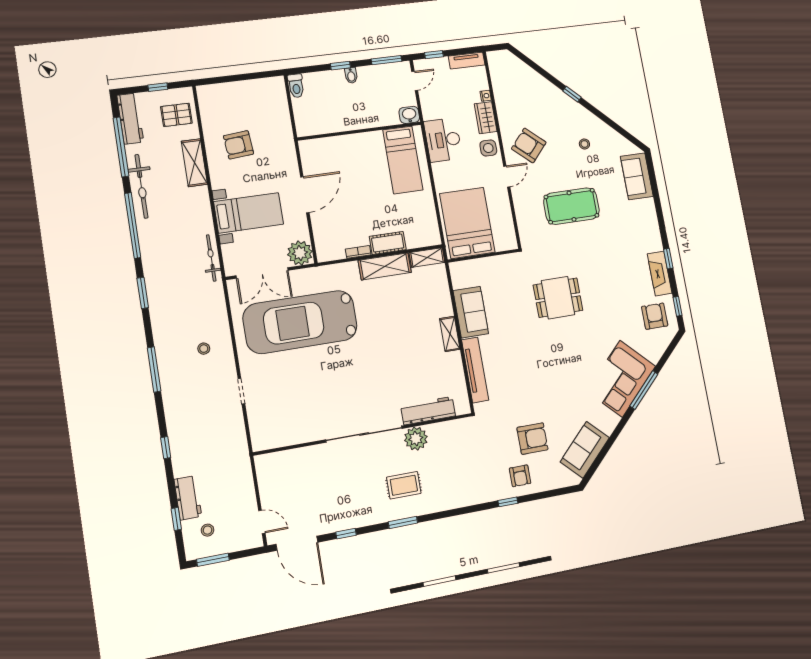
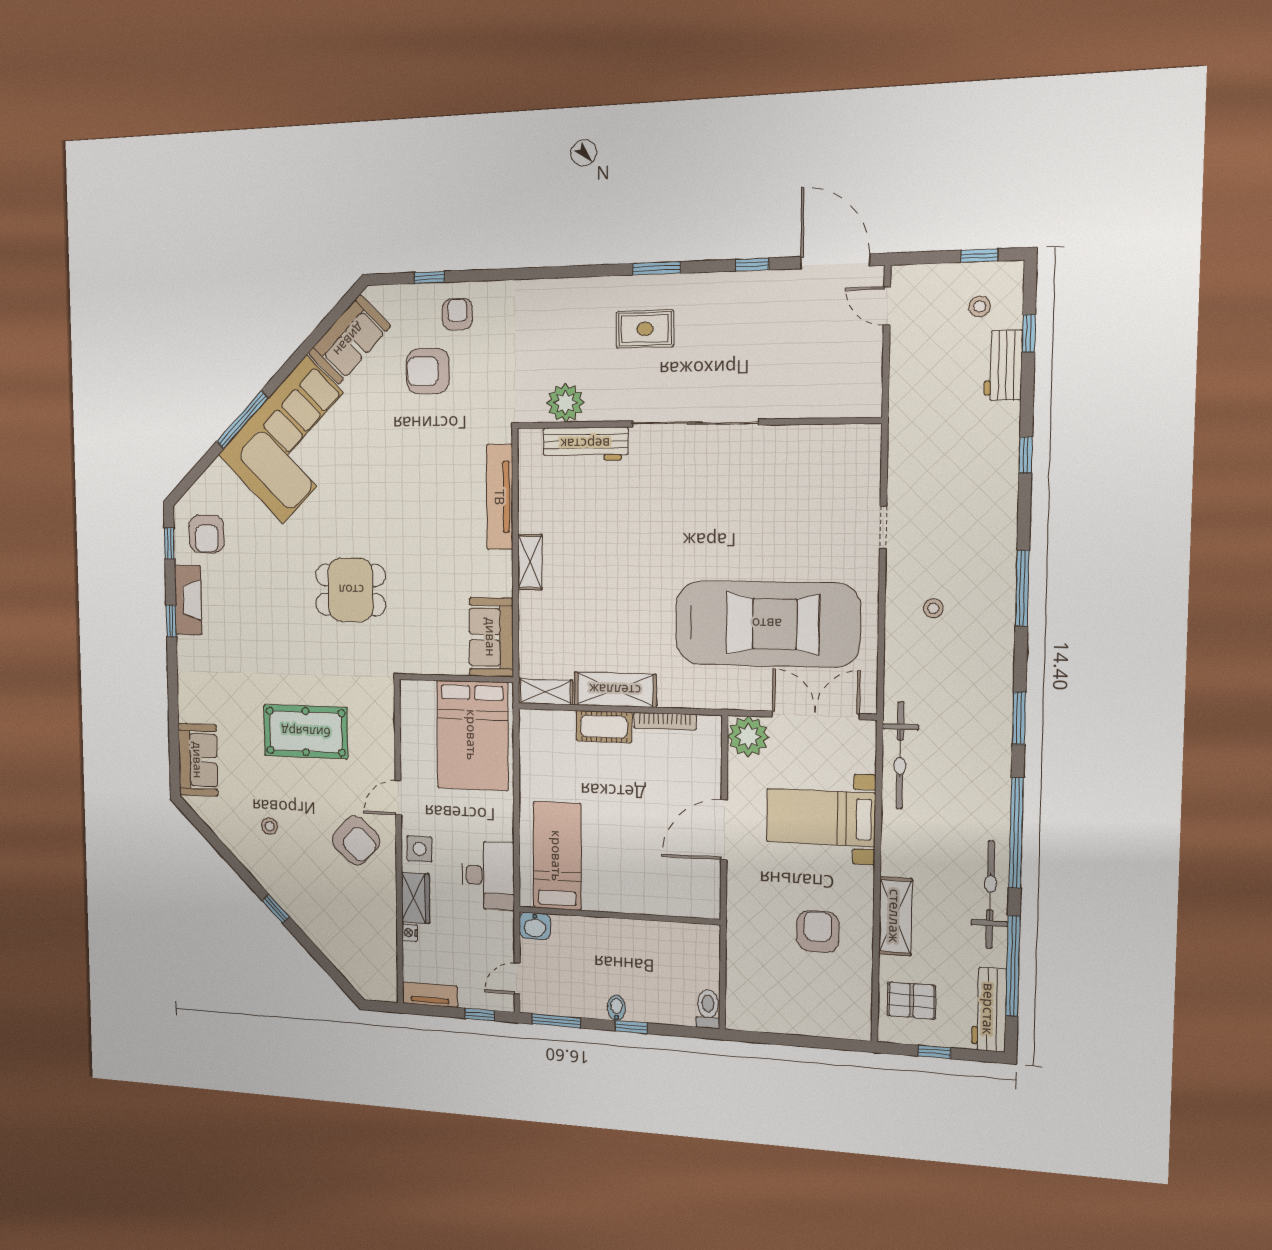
armchair: (239, 145) -> (818, 931), turned -85
bookcase: (358, 252) -> (665, 721), width x1.56
bicycle: (211, 258) -> (900, 755), width x1.37, depth x1.40
sofa: (471, 312) -> (491, 637), moved
corner sofa: (621, 379) -> (295, 440), width x1.36, depth x1.36
plant: (416, 439) -> (566, 403), moved
window: (508, 502) -> (429, 277), moved
window: (213, 560) -> (979, 256), width x0.67

